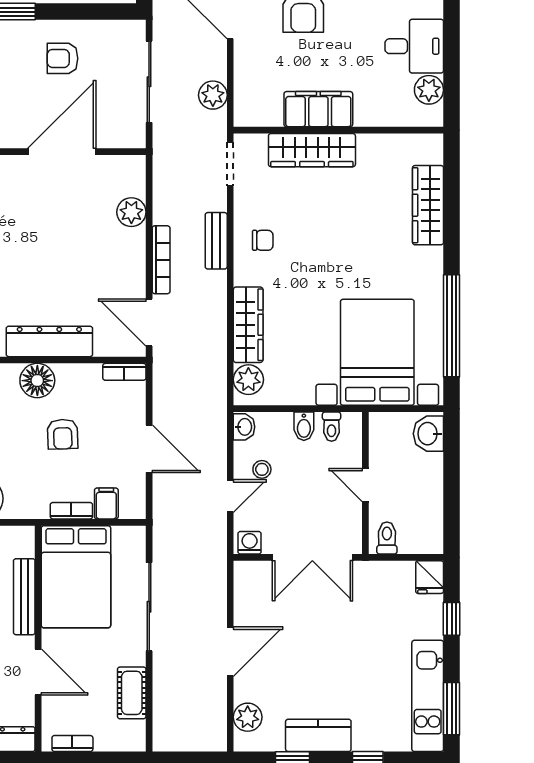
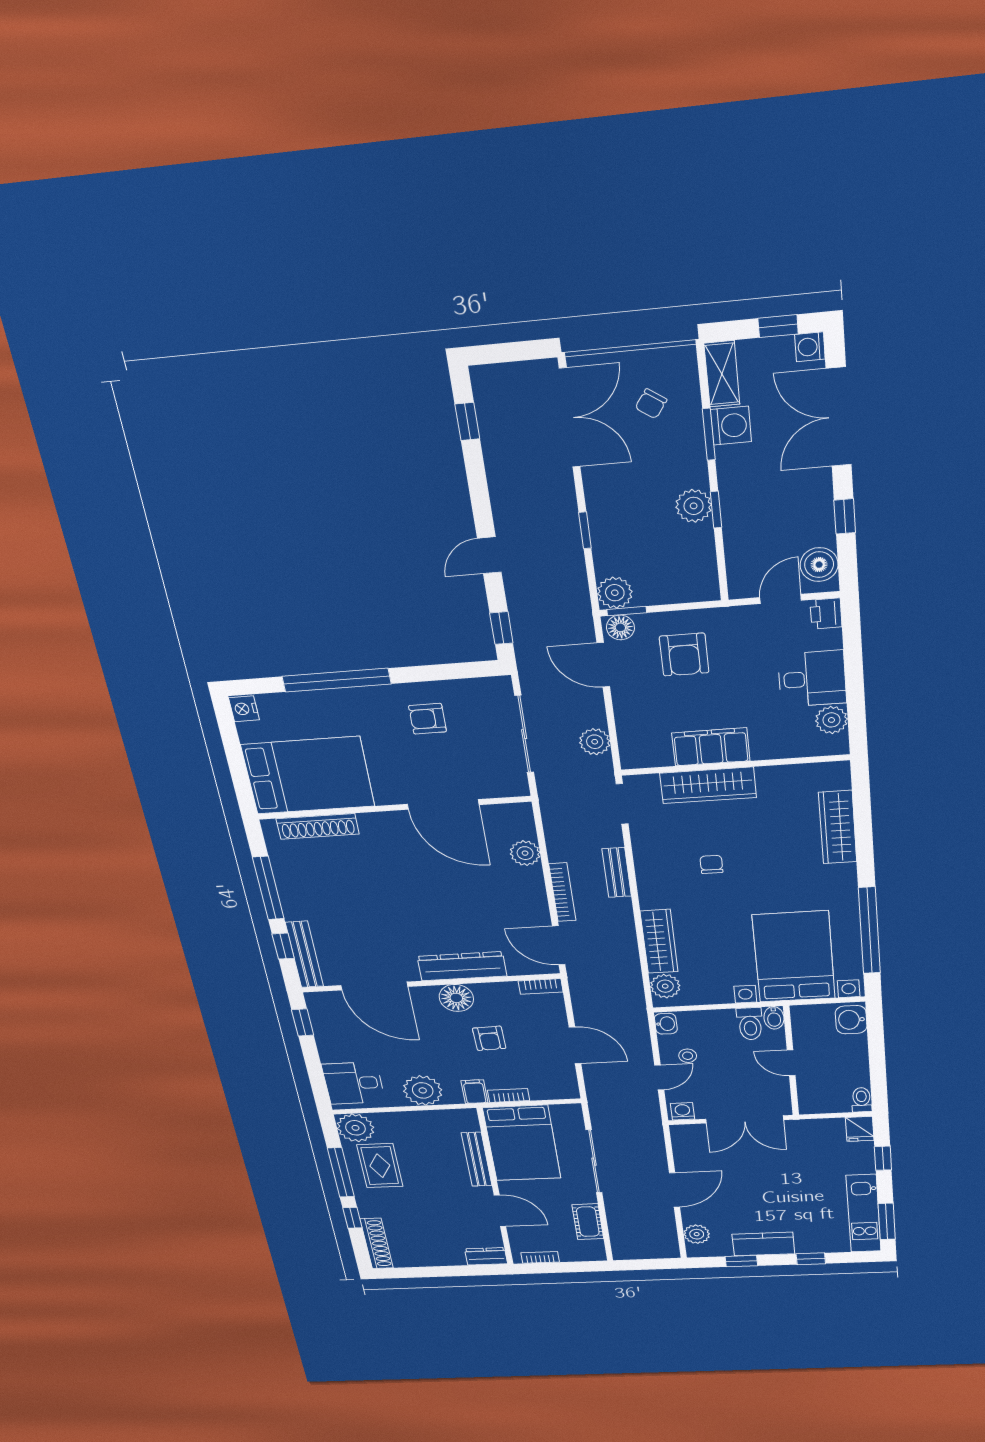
door: (62, 152) -> (443, 804), swing flipped
chair: (263, 240) -> (711, 864), moved, turned -90
bidet: (304, 426) -> (774, 1018), moved
toilet: (332, 427) -> (750, 1024), width x1.37, depth x1.39
filing cabinet: (106, 503) -> (474, 1092), moved
toilet: (387, 538) -> (862, 1100), moved

